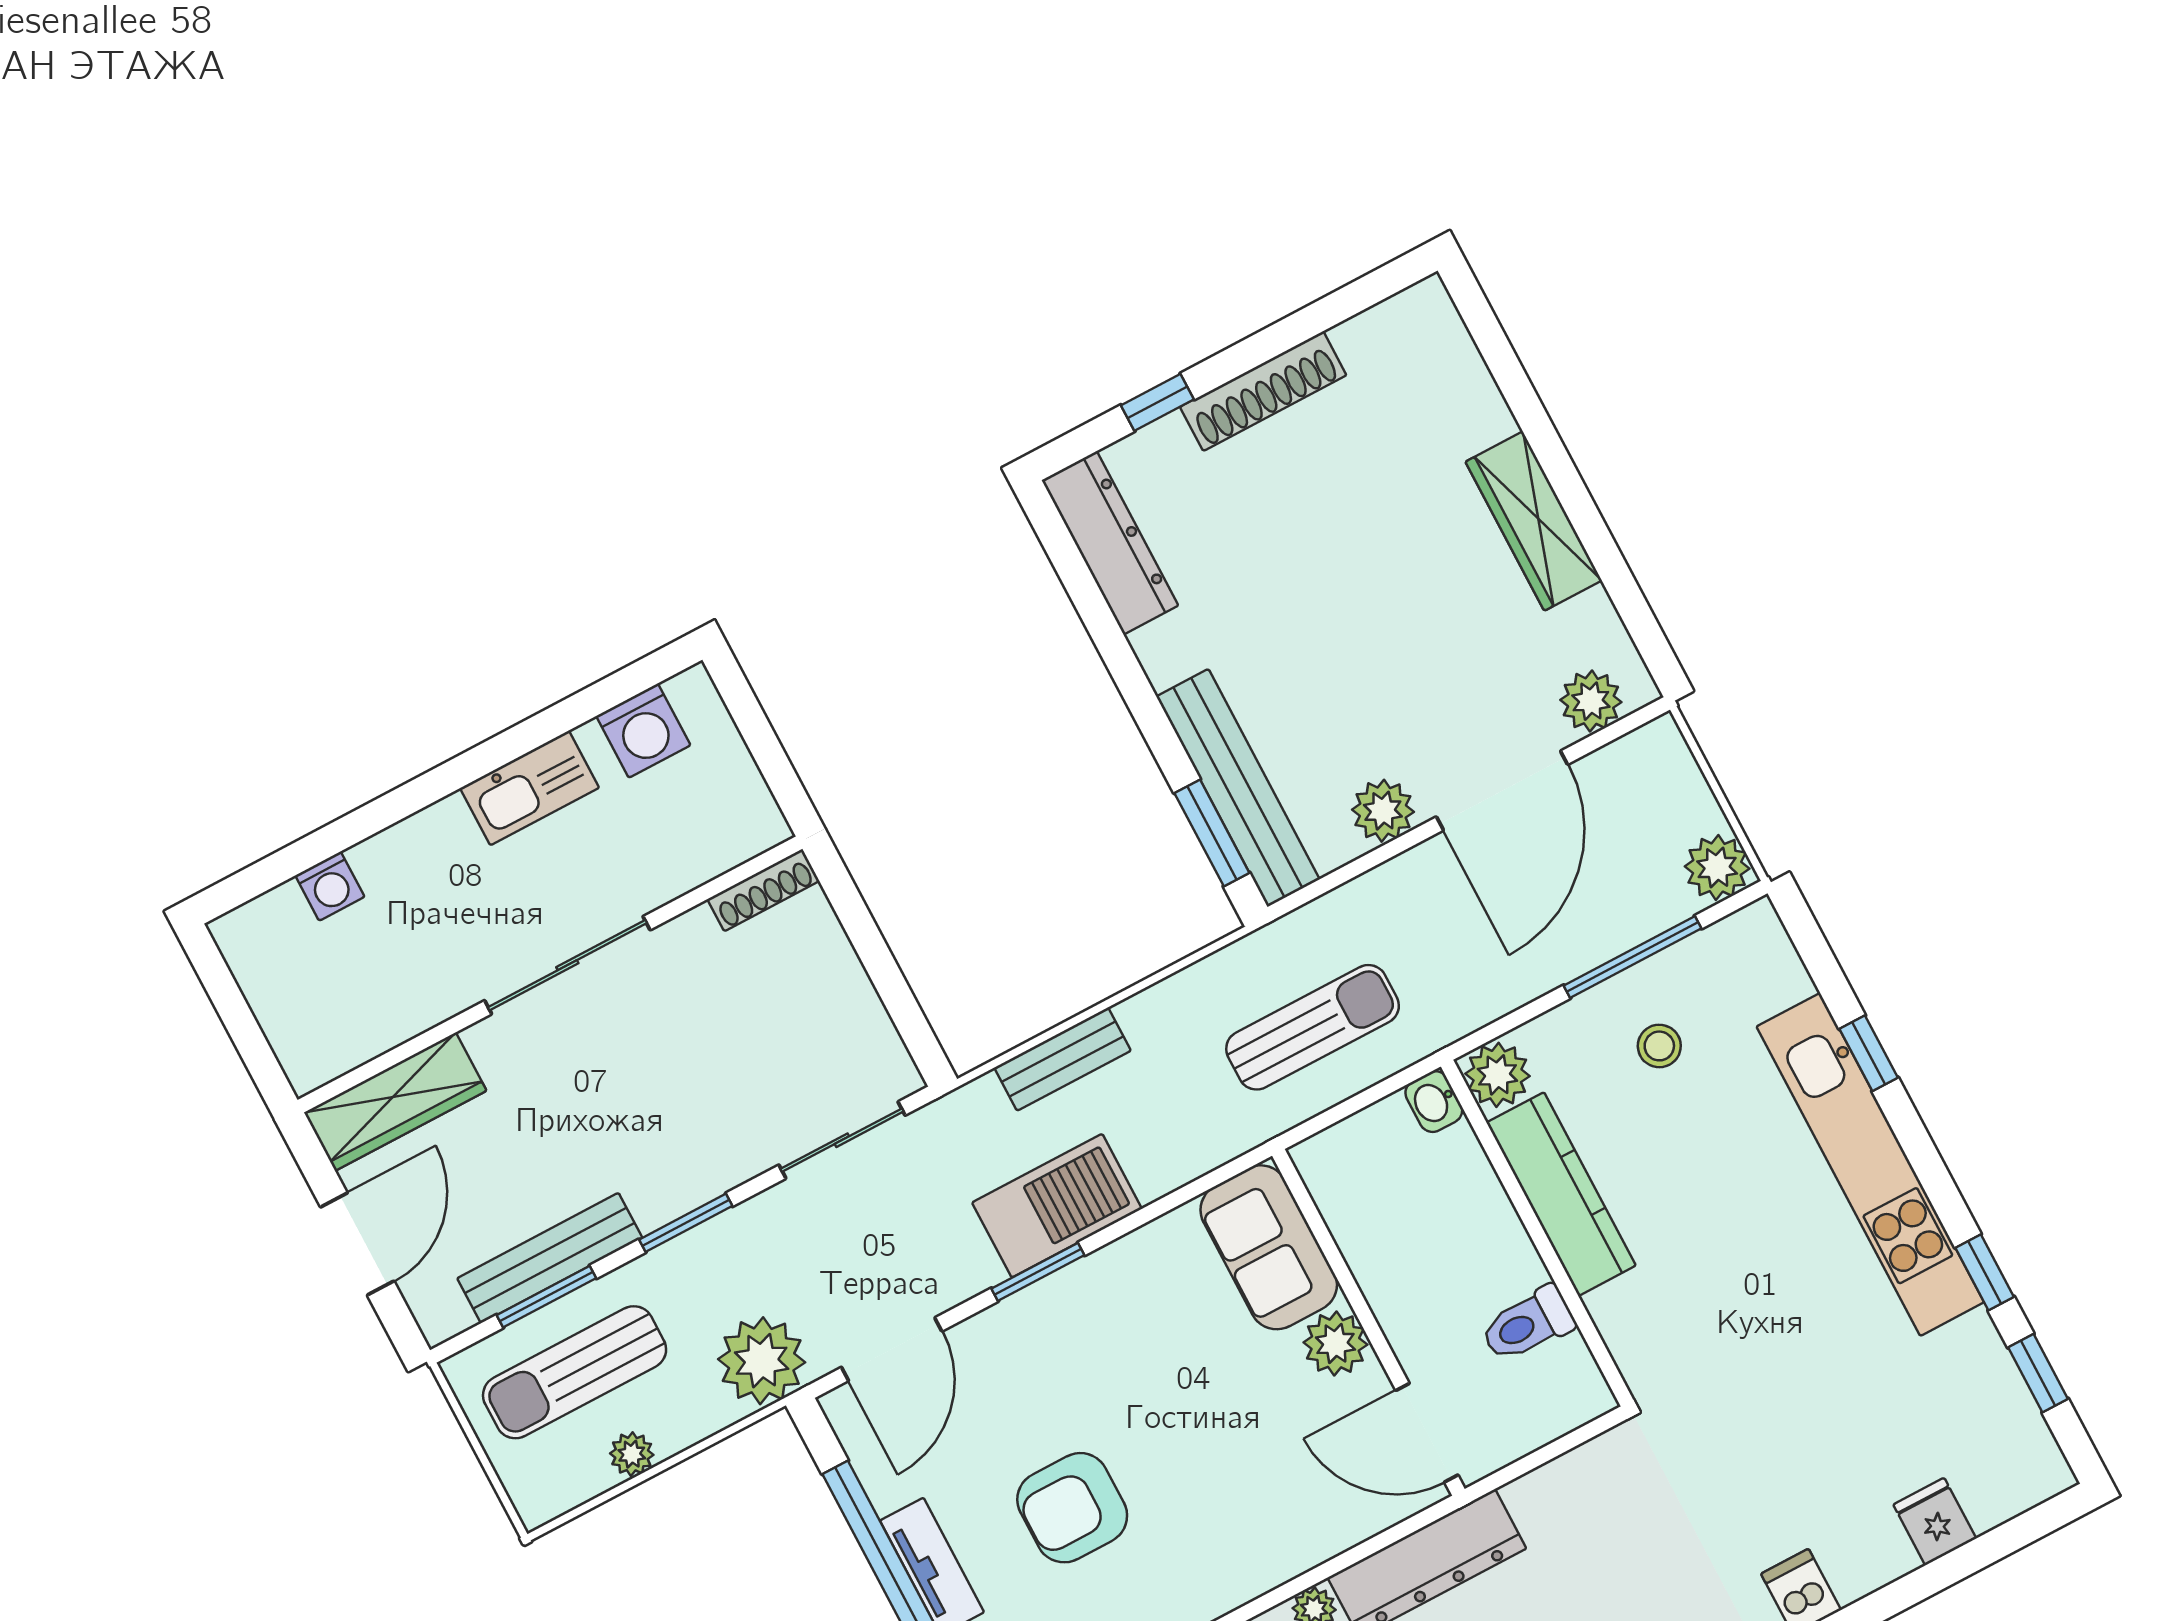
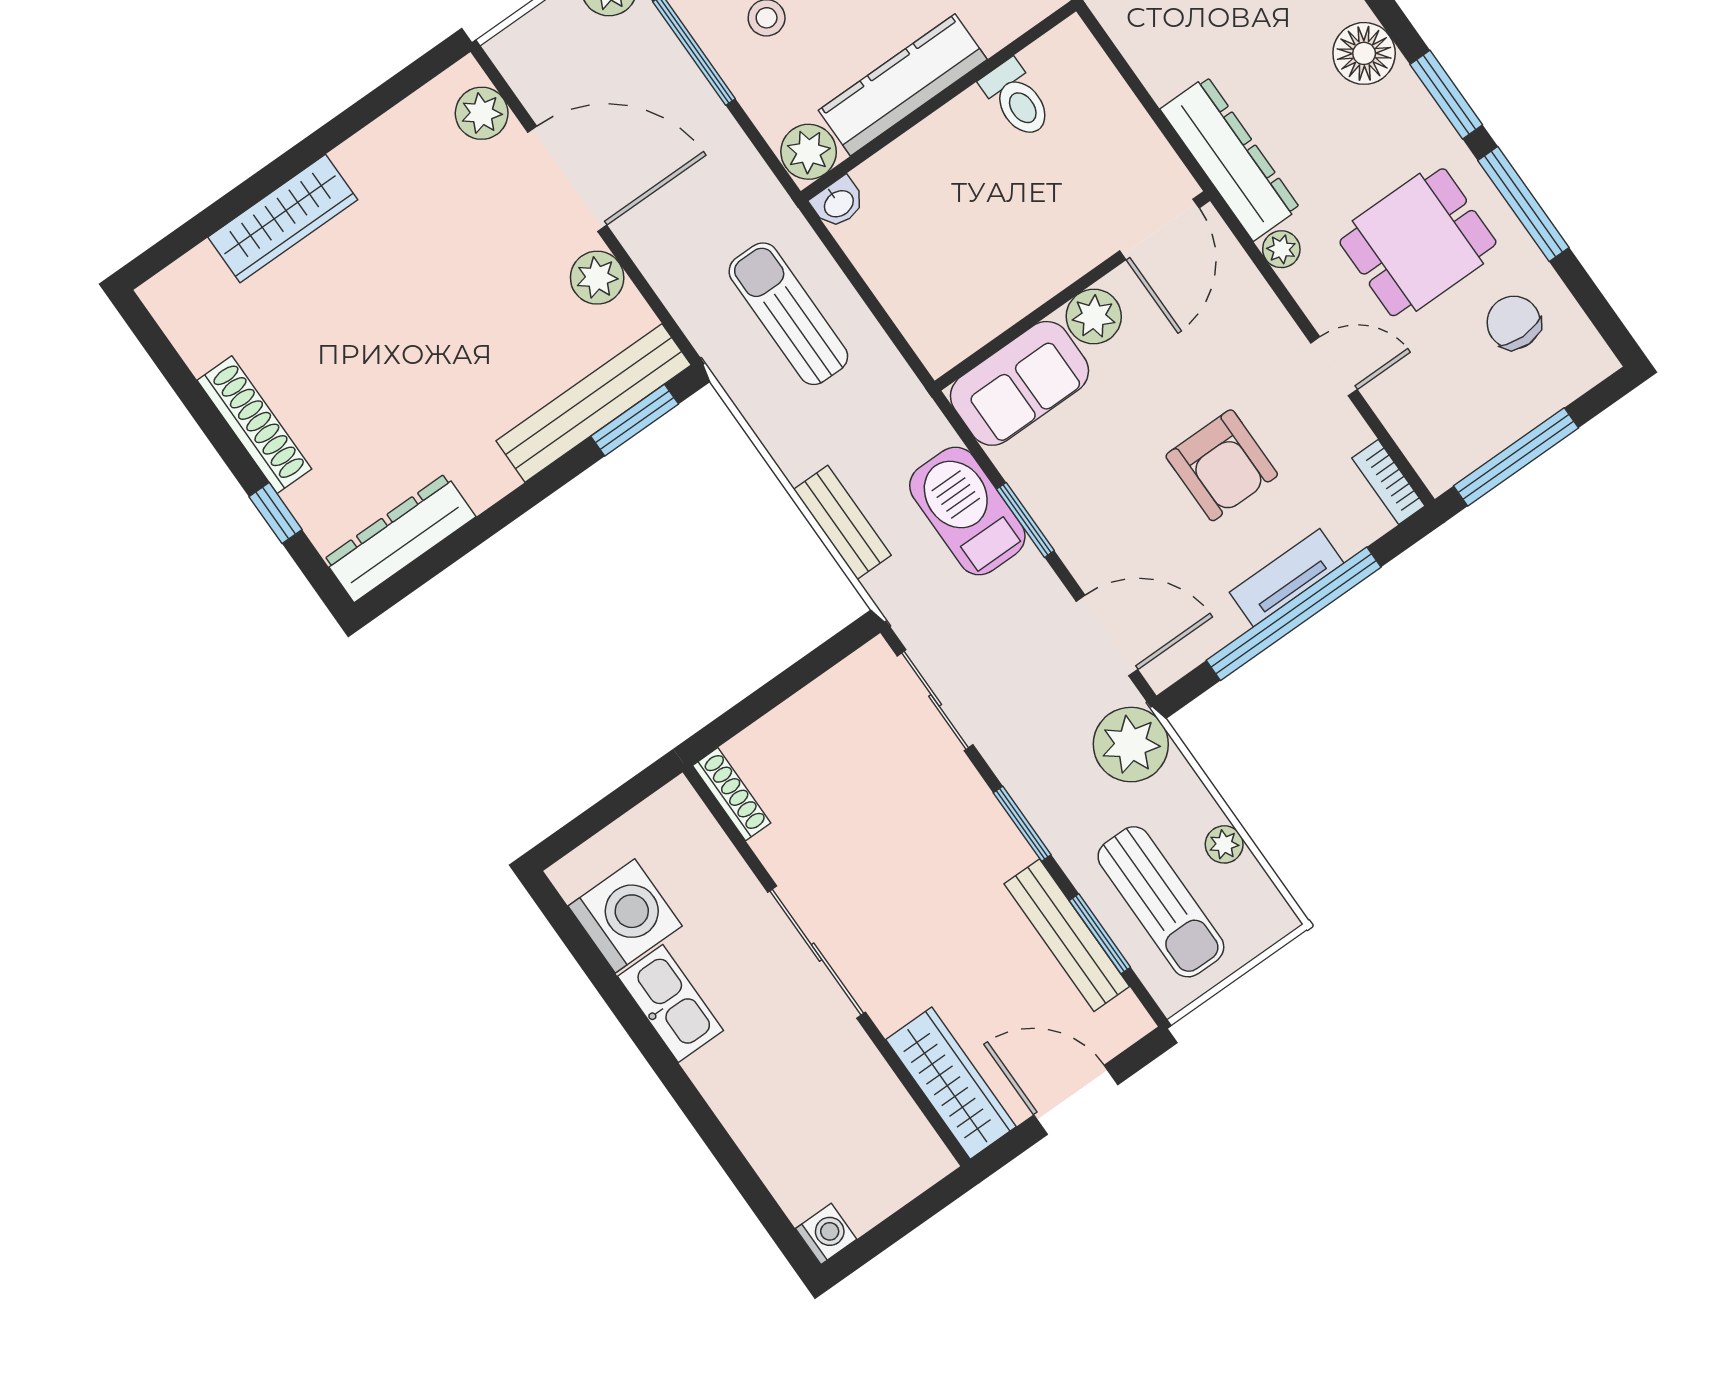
wardrobe: (1534, 521) -> (283, 218), moved
washing machine: (643, 731) -> (625, 916), width x1.37, depth x1.37
washing machine: (330, 886) -> (826, 1234), moved
sofa: (1269, 1247) -> (1019, 383), moved
wall: (1368, 1322) -> (1072, 291), moved
plant: (1335, 1343) -> (1094, 316), moved
door: (1427, 1433) -> (1159, 229), moved

